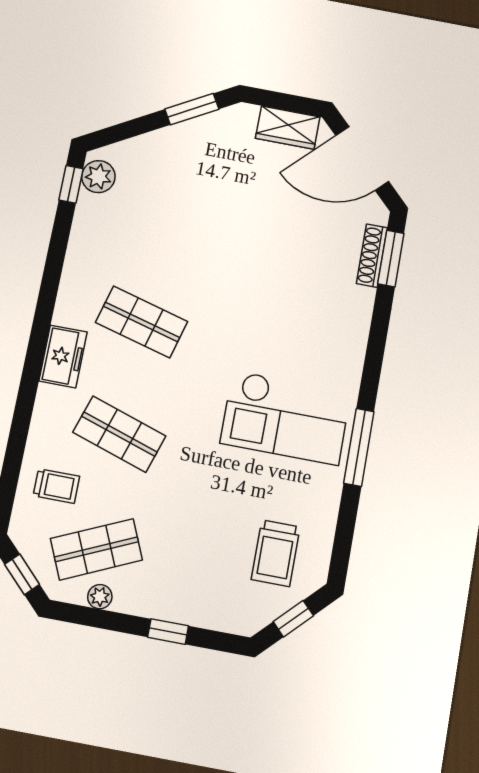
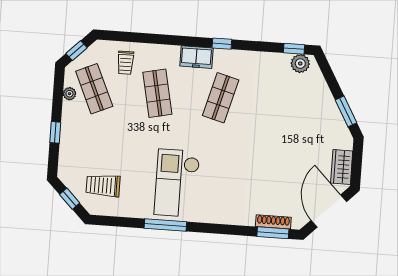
window: (45, 309) -> (222, 44), added
shop shelf: (119, 434) -> (157, 93), turned -30

